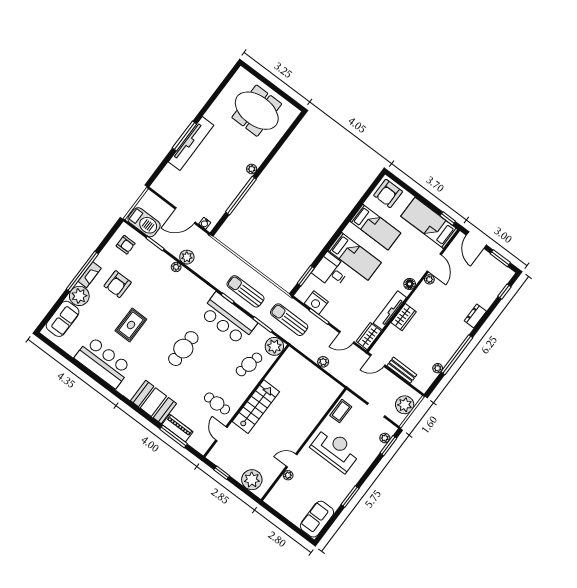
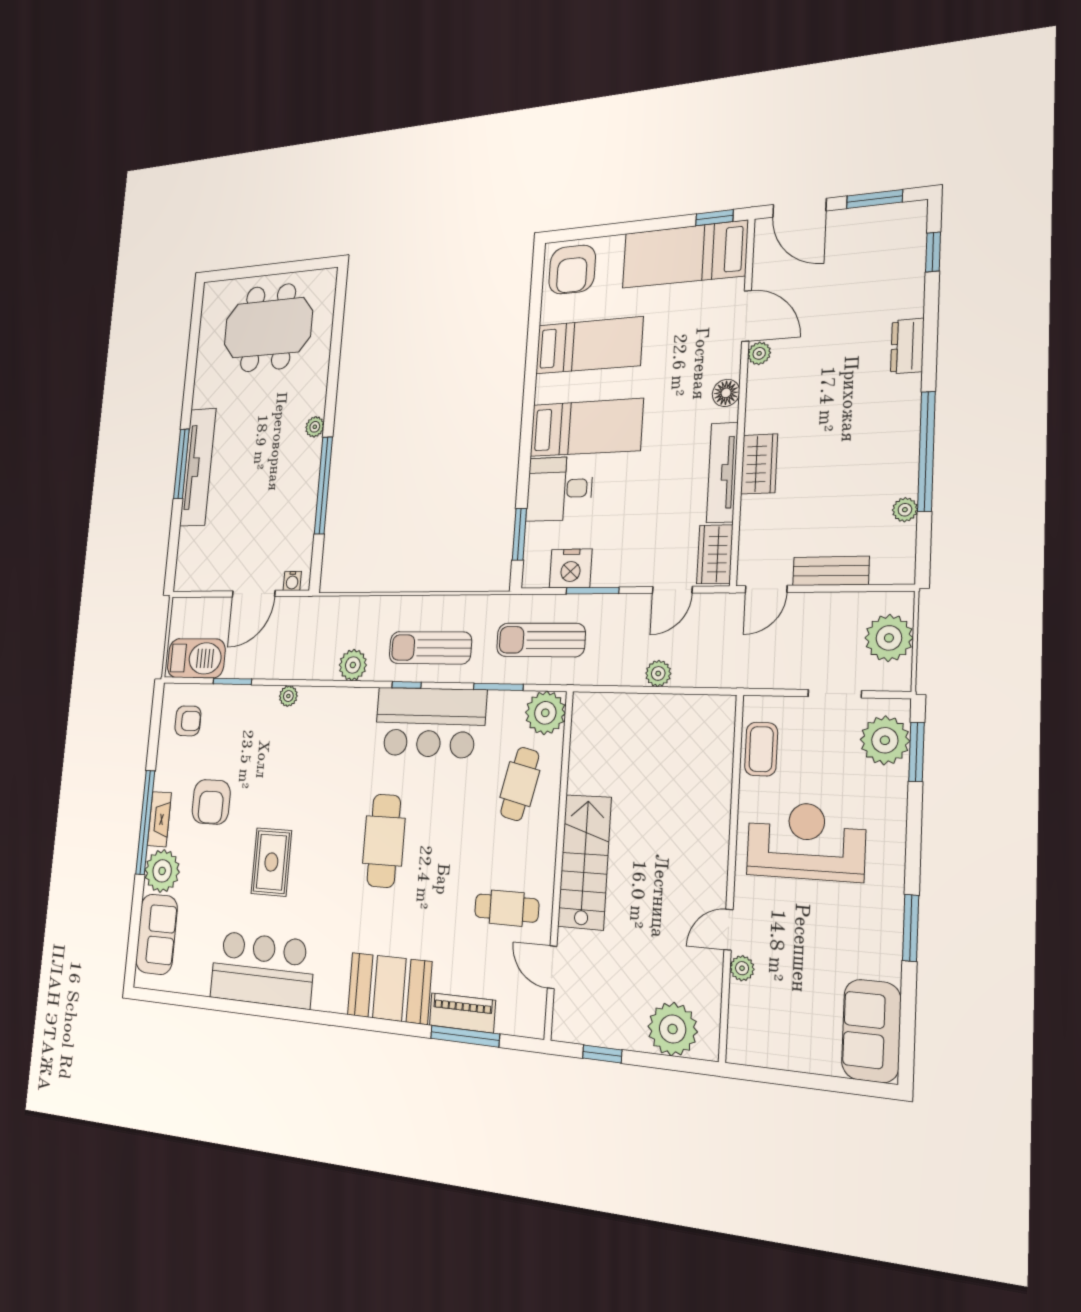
plant: (187, 257) -> (353, 665), moved
plant: (385, 438) -> (885, 740), width x1.87, depth x1.87

